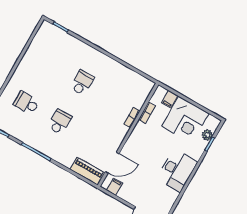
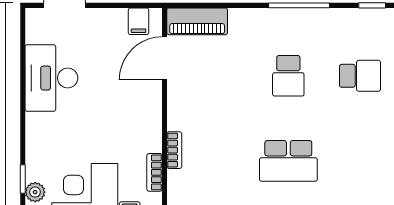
school desk: (82, 83) -> (288, 161), width x1.85
desk: (177, 170) -> (51, 78), moved

